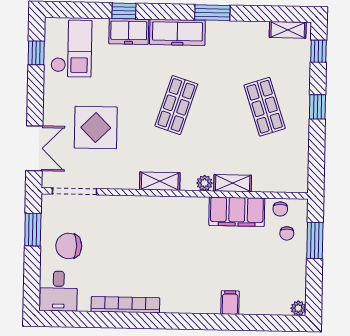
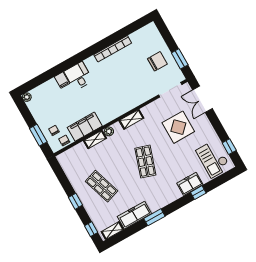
freezer: (177, 32) -> (134, 215), moved
desk: (59, 291) -> (79, 76), moved

